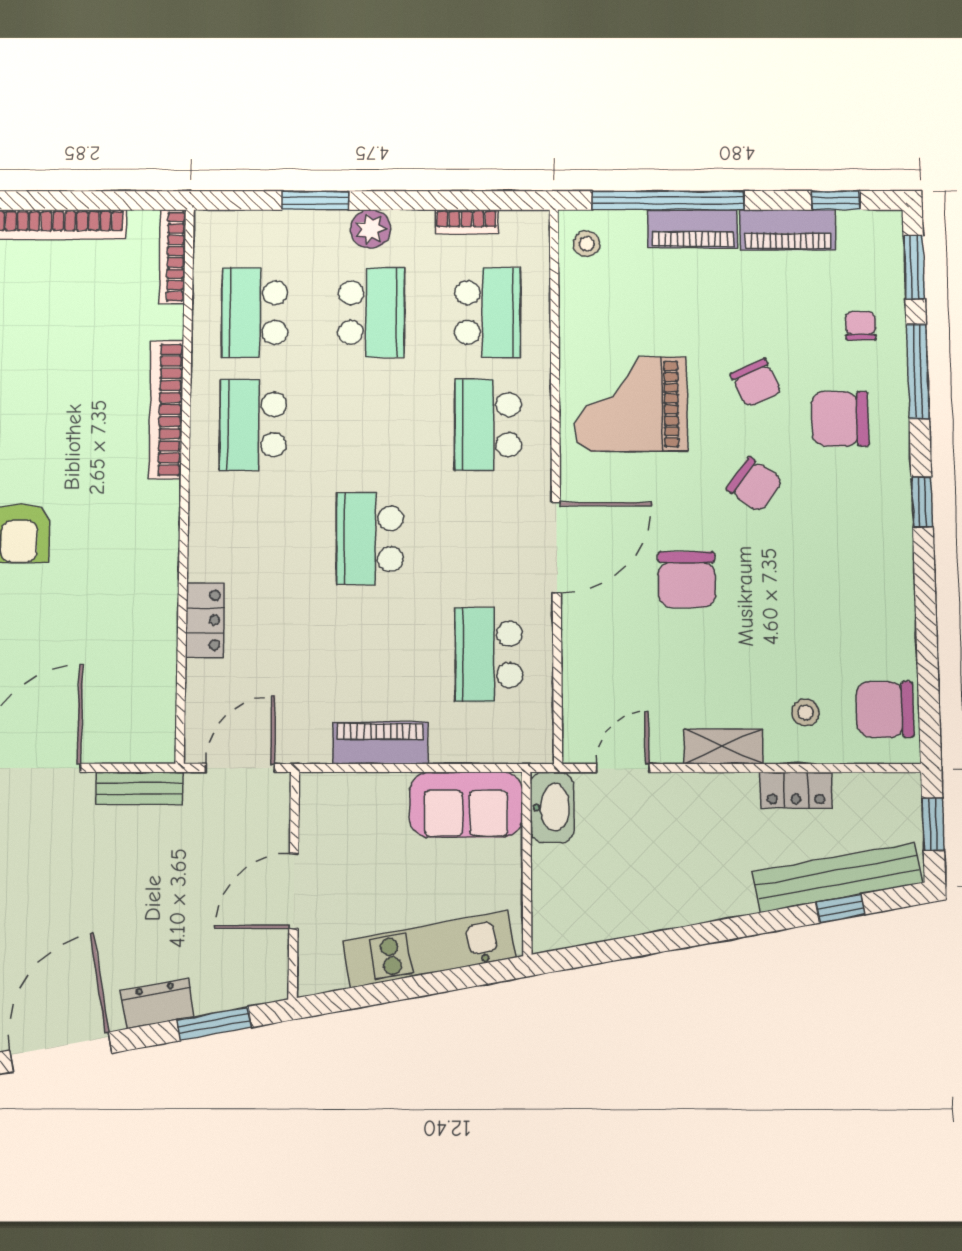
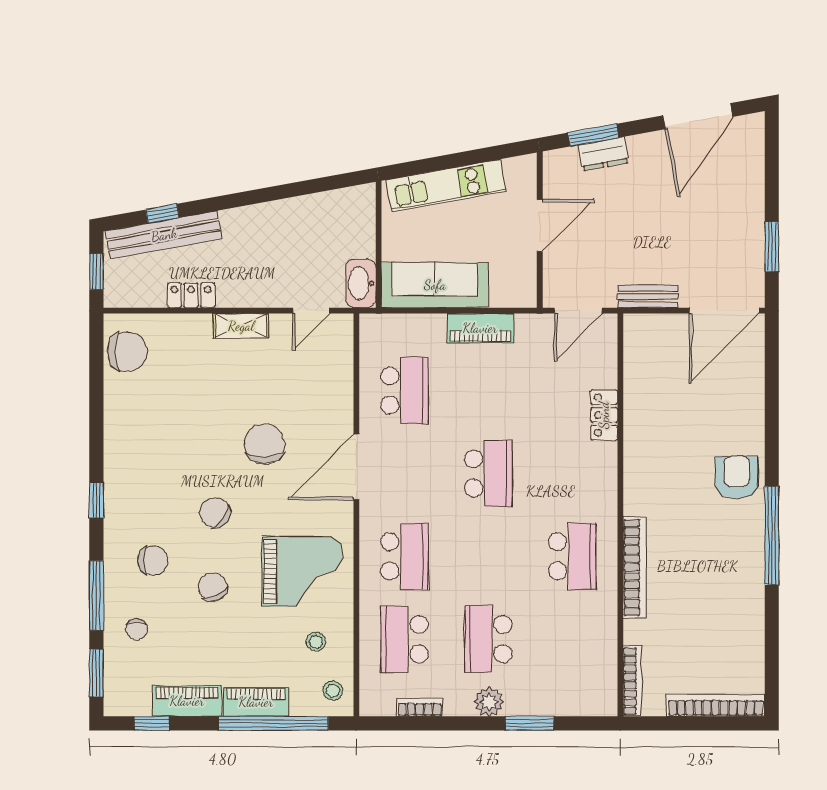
school desk: (255, 313) -> (572, 639), removed
chair: (840, 419) -> (153, 560), width x0.73, depth x0.73
stool: (805, 712) -> (316, 642), moved
sofa: (466, 805) -> (435, 285), width x1.36
dresser: (157, 1004) -> (604, 154), moved

